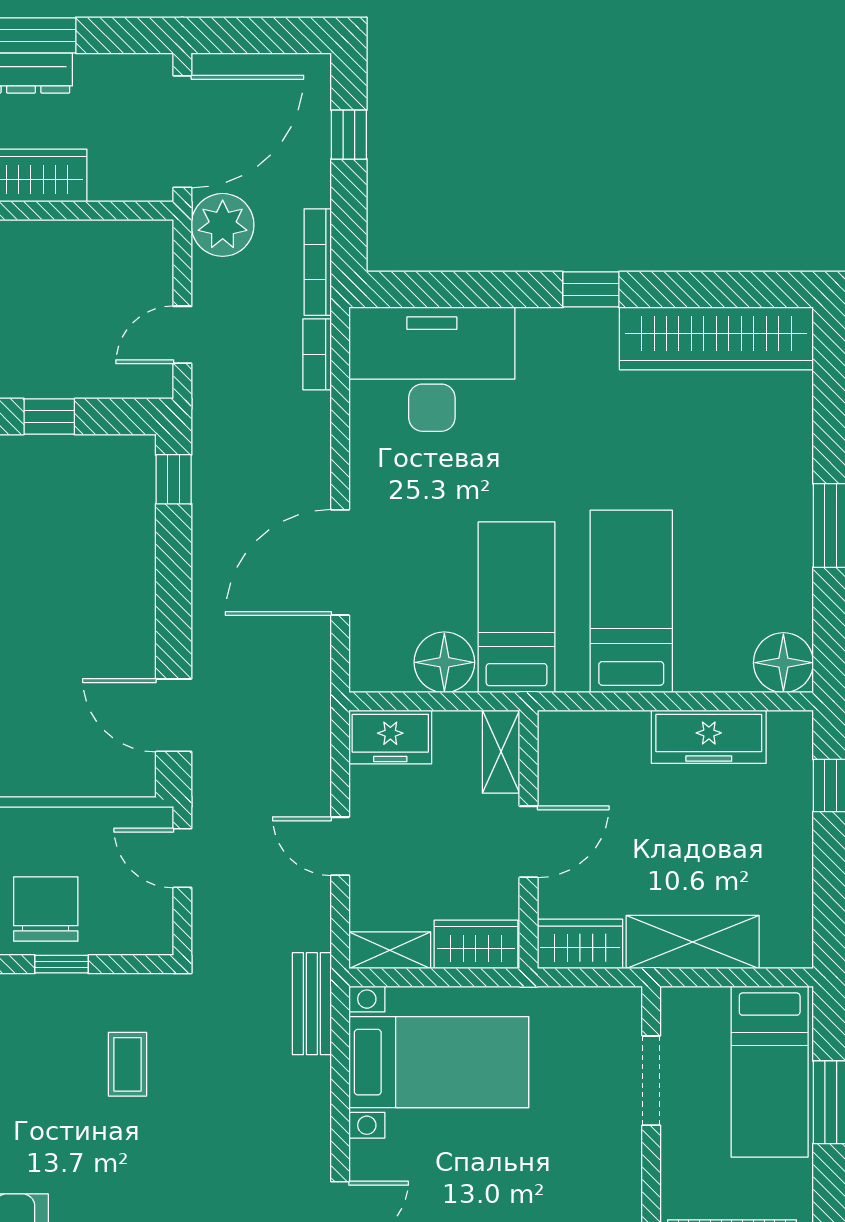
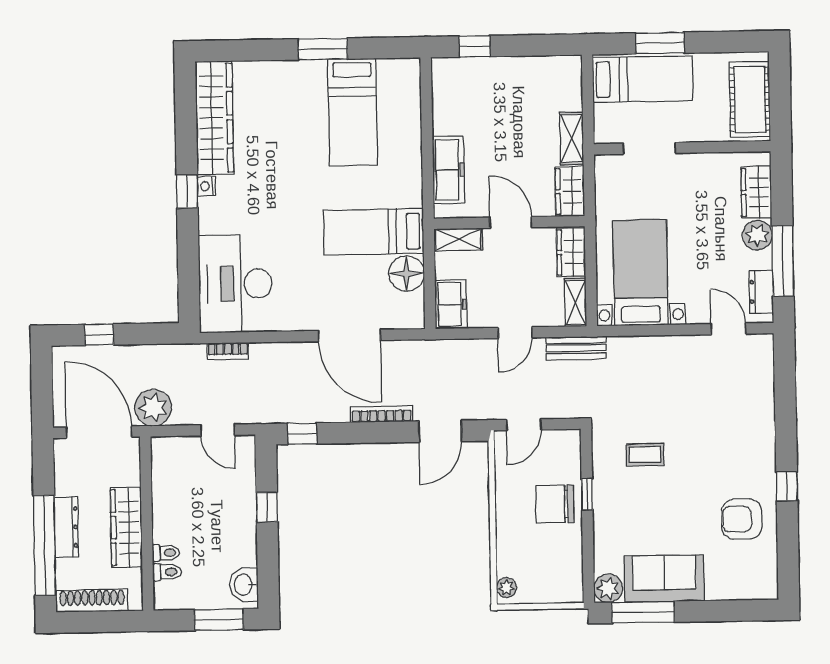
bookcase: (318, 262) -> (382, 414), moved, turned 180
nightstand: (600, 322) -> (206, 186), added
bed: (631, 601) -> (353, 112), moved, turned -90
floor lamp: (783, 663) -> (403, 75), removed
freezer: (709, 737) -> (448, 170), moved
shelving: (693, 942) -> (572, 138), width x0.67, depth x0.75
bench: (312, 1004) -> (576, 348), moved

